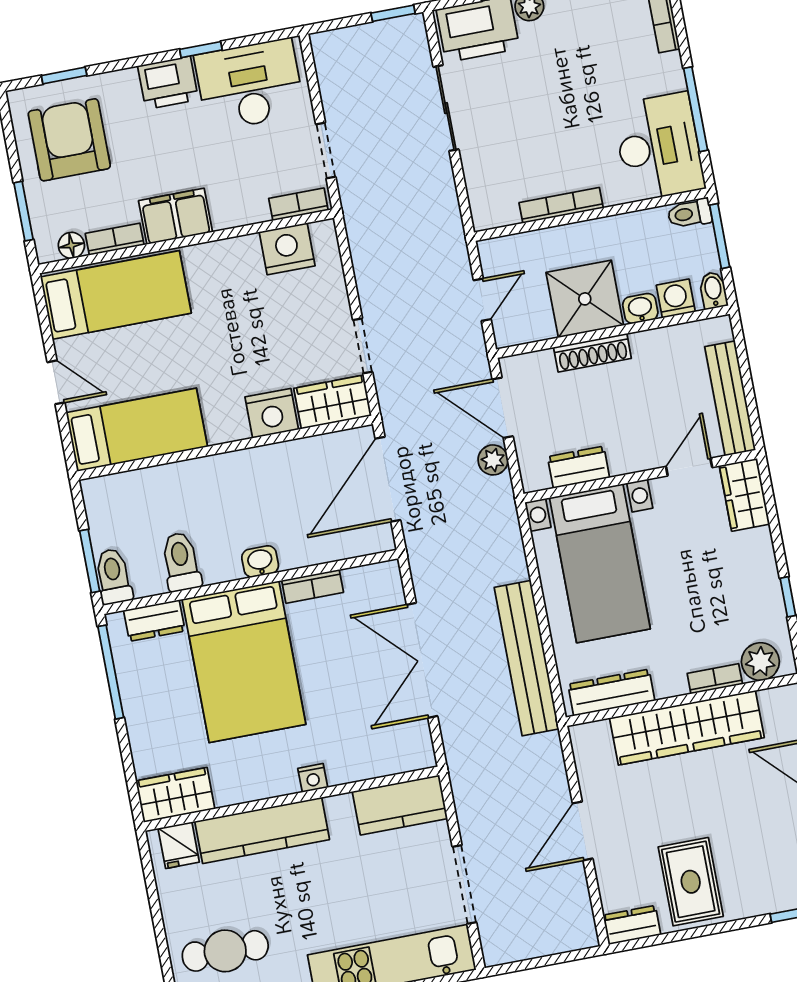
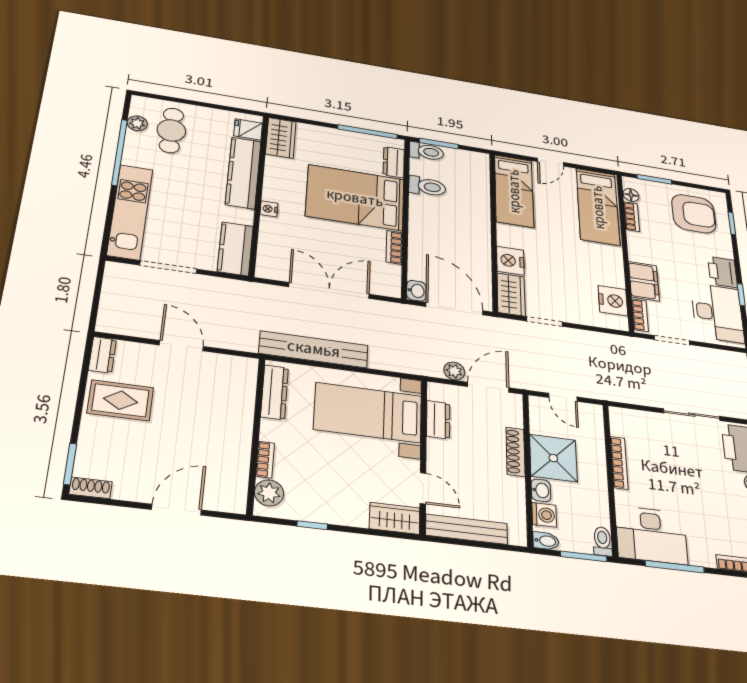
filing cabinet: (176, 216) -> (644, 281), moved
washbasin: (260, 561) -> (416, 291), moved
wardrobe: (687, 728) -> (235, 431), removed

